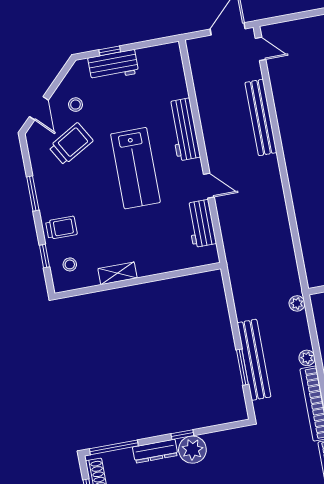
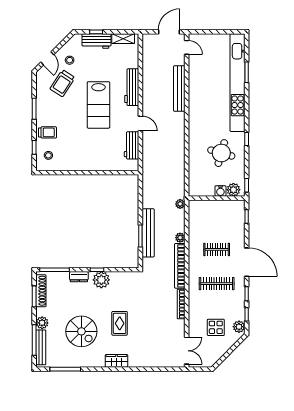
trolley: (71, 144) -> (62, 83), turned 153
shelving: (118, 273) -> (123, 39), moved
dresser: (155, 451) -> (79, 277), width x0.70

